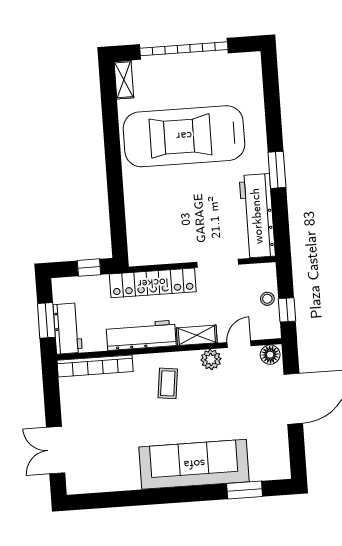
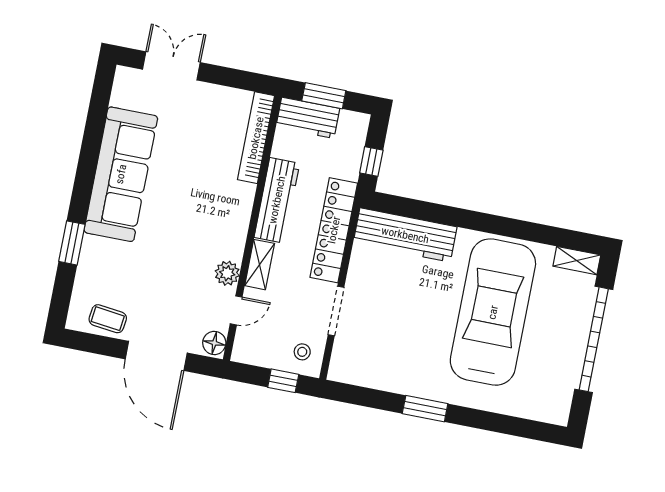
workbench: (257, 216) -> (405, 235), moved, turned 180
stool: (267, 299) -> (302, 352), moved
window: (287, 310) -> (283, 381), moved
door: (239, 344) -> (236, 310), hinge flipped
coffee table: (168, 383) -> (108, 319), moved
sofa: (194, 464) -> (121, 174), moved
window: (245, 490) -> (72, 243), moved

